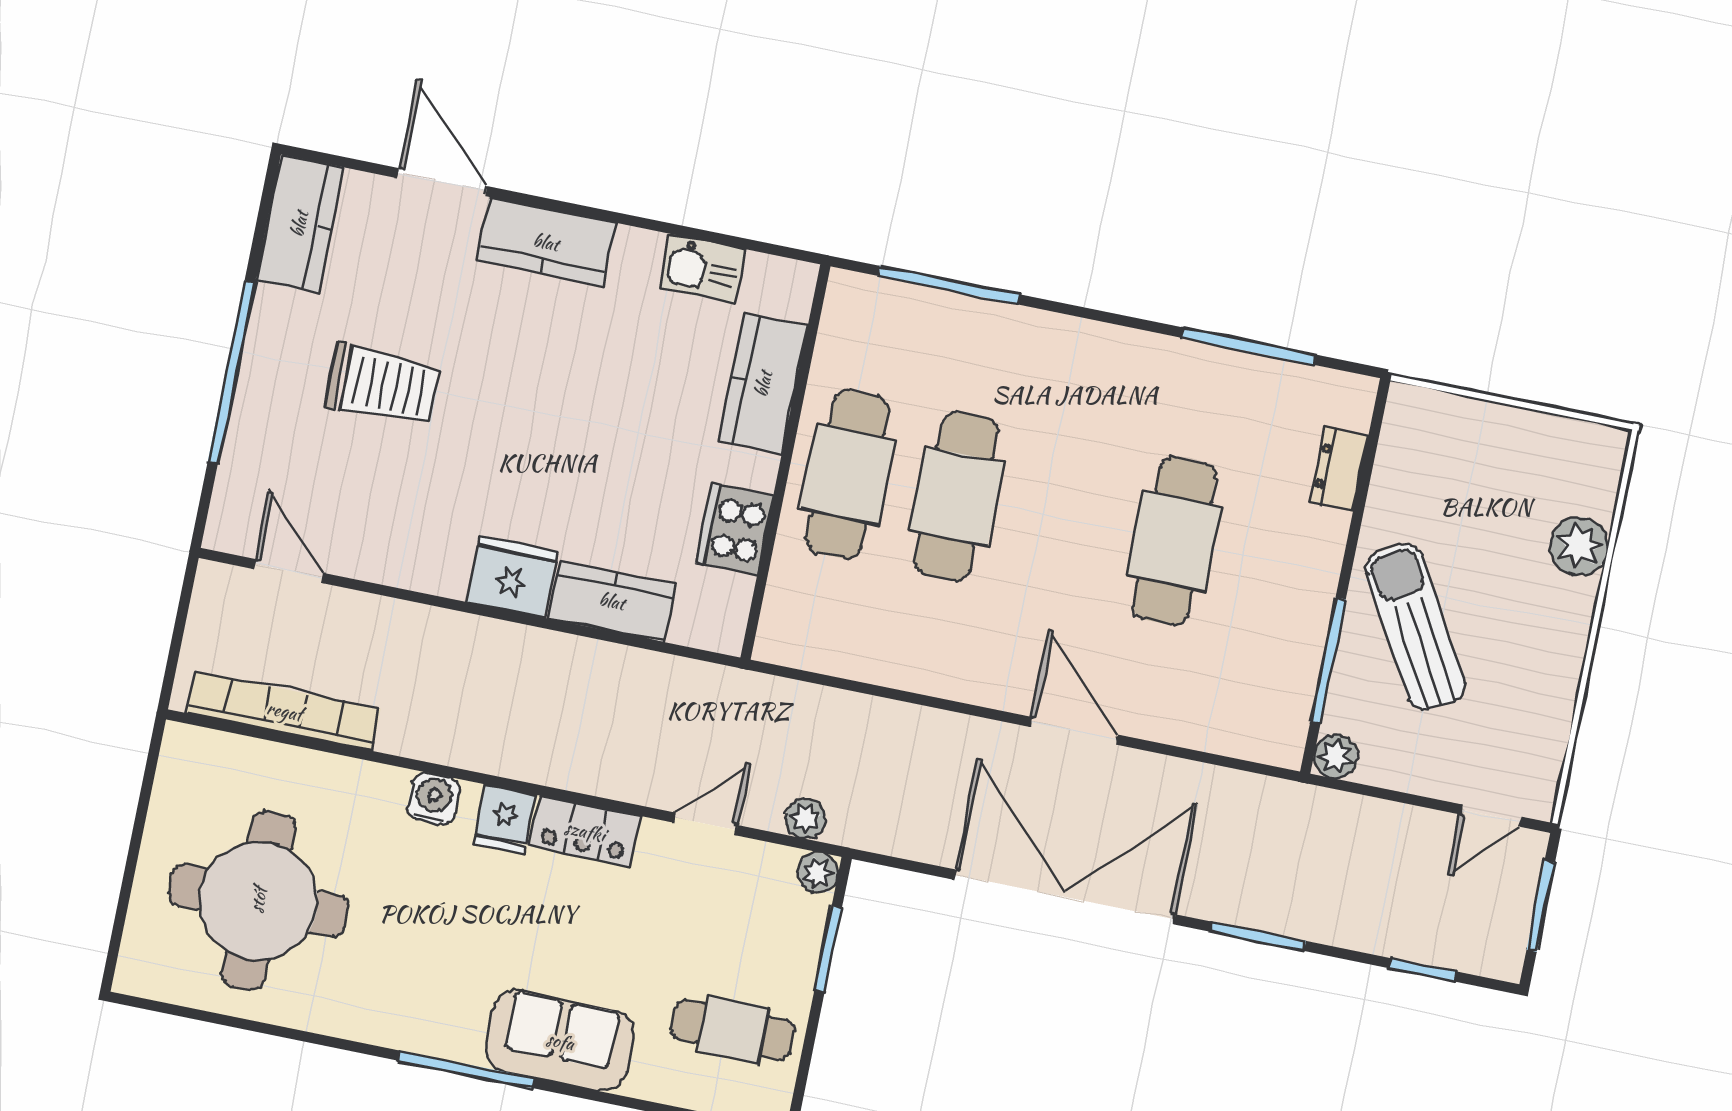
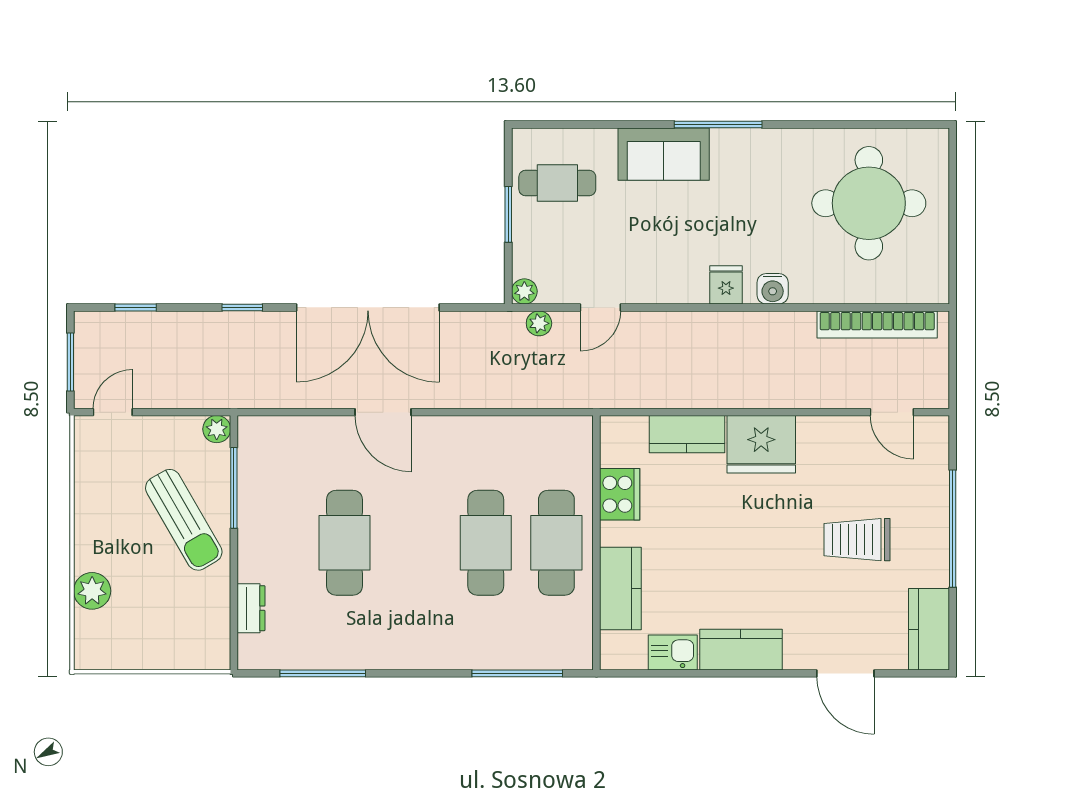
kitchen counter: (546, 242) -> (741, 650), moved
fridge: (512, 577) -> (761, 444), width x1.36, depth x1.34
locker: (585, 831) -> (675, 288), removed
window: (1258, 936) -> (242, 307), width x0.67
window: (828, 949) -> (508, 214), moved

